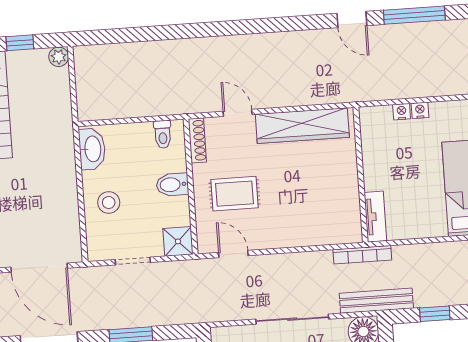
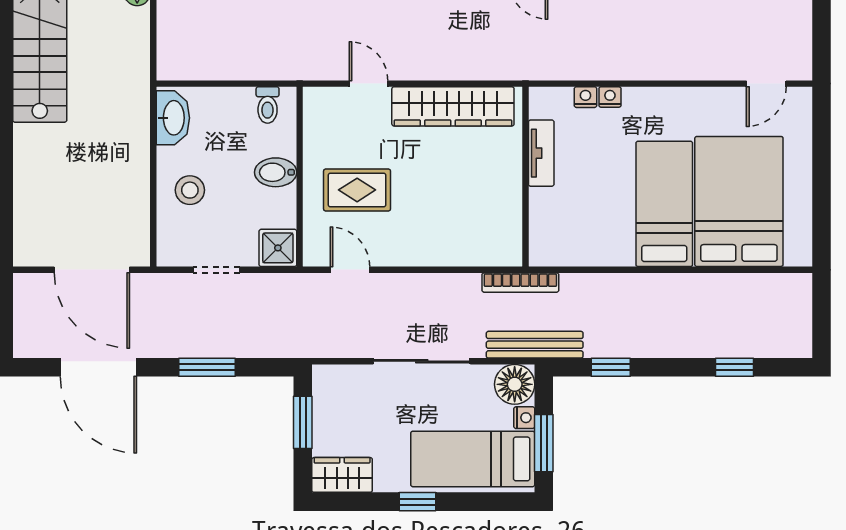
shoe rack: (197, 140) -> (313, 116), removed
tv unit: (375, 217) -> (541, 153), moved

